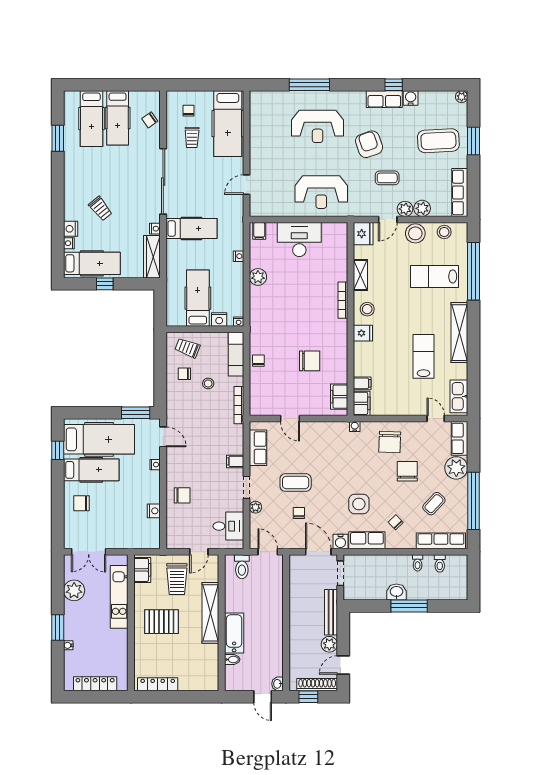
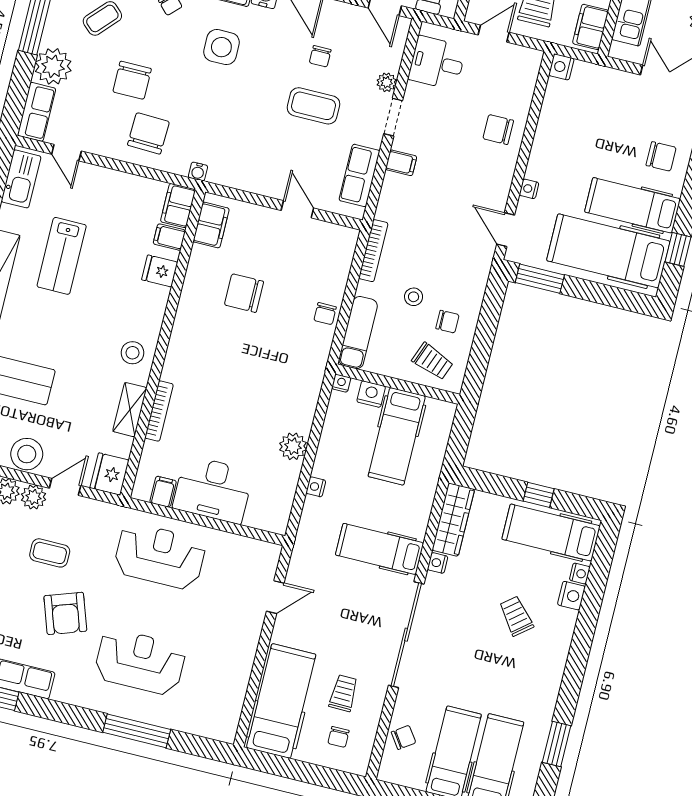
filing cabinet: (259, 231) -> (163, 492), moved
bookcase: (343, 300) -> (159, 411), moved
fridge: (363, 333) -> (160, 271), moved
nightstand: (154, 511) -> (561, 67), moved

